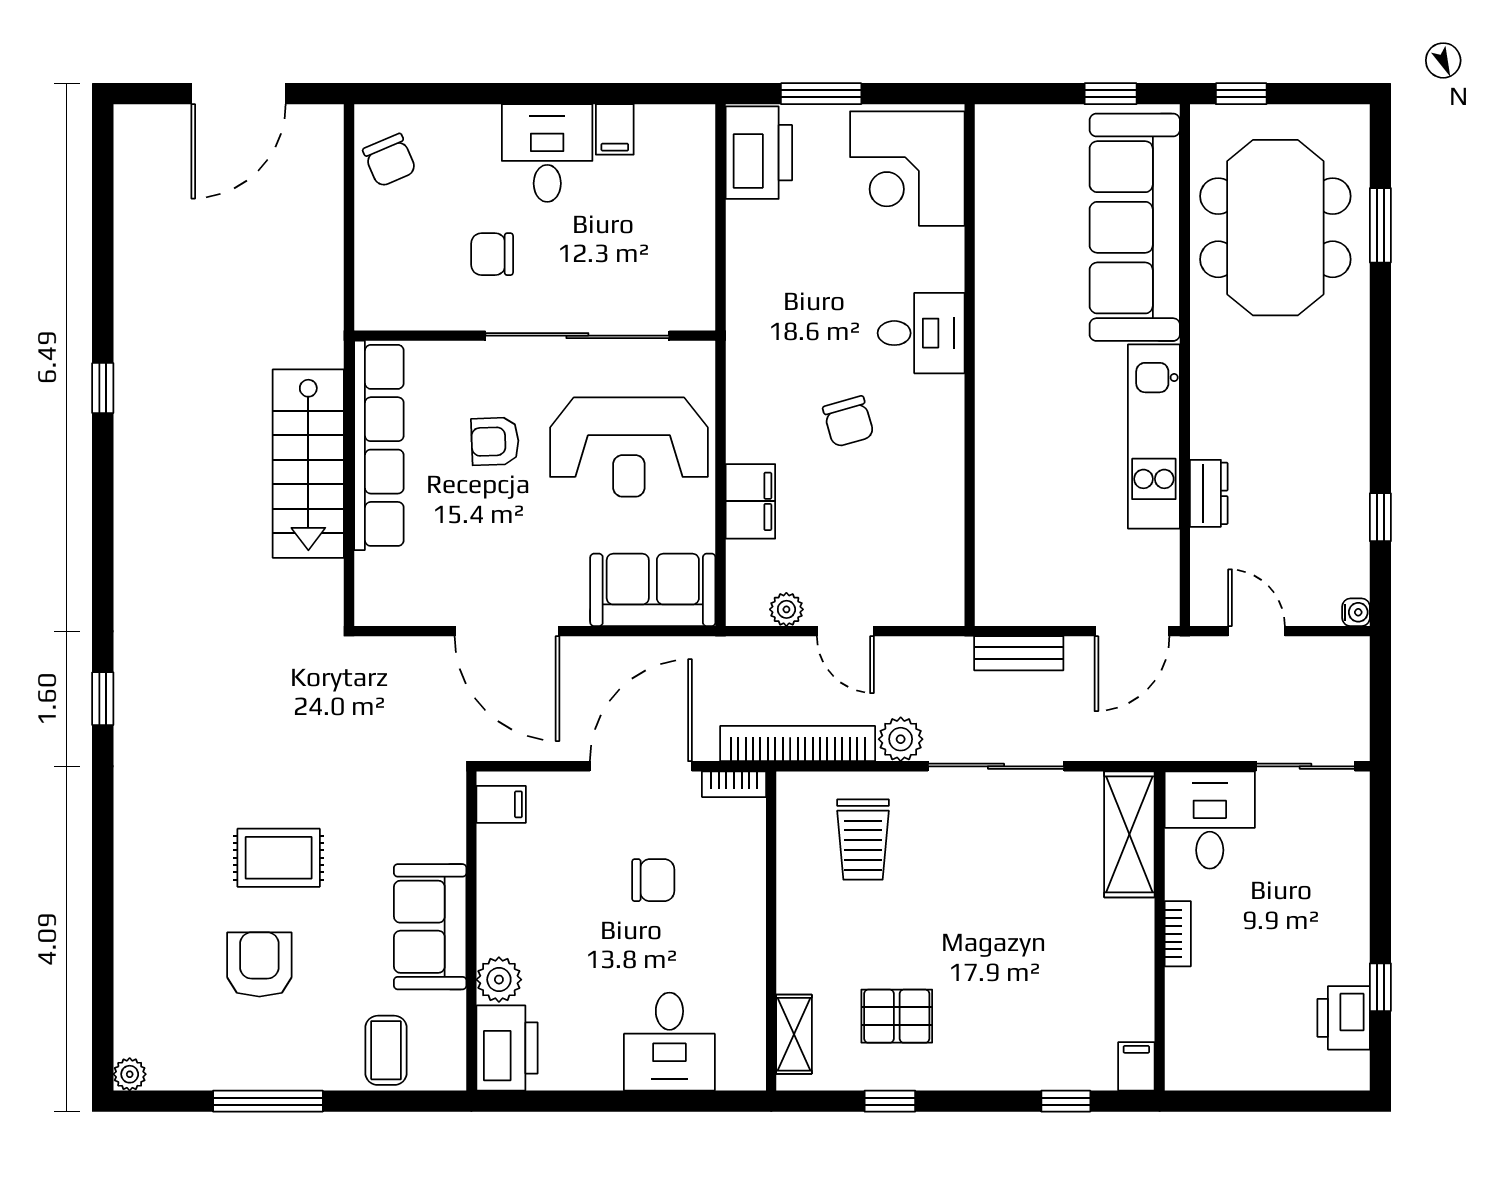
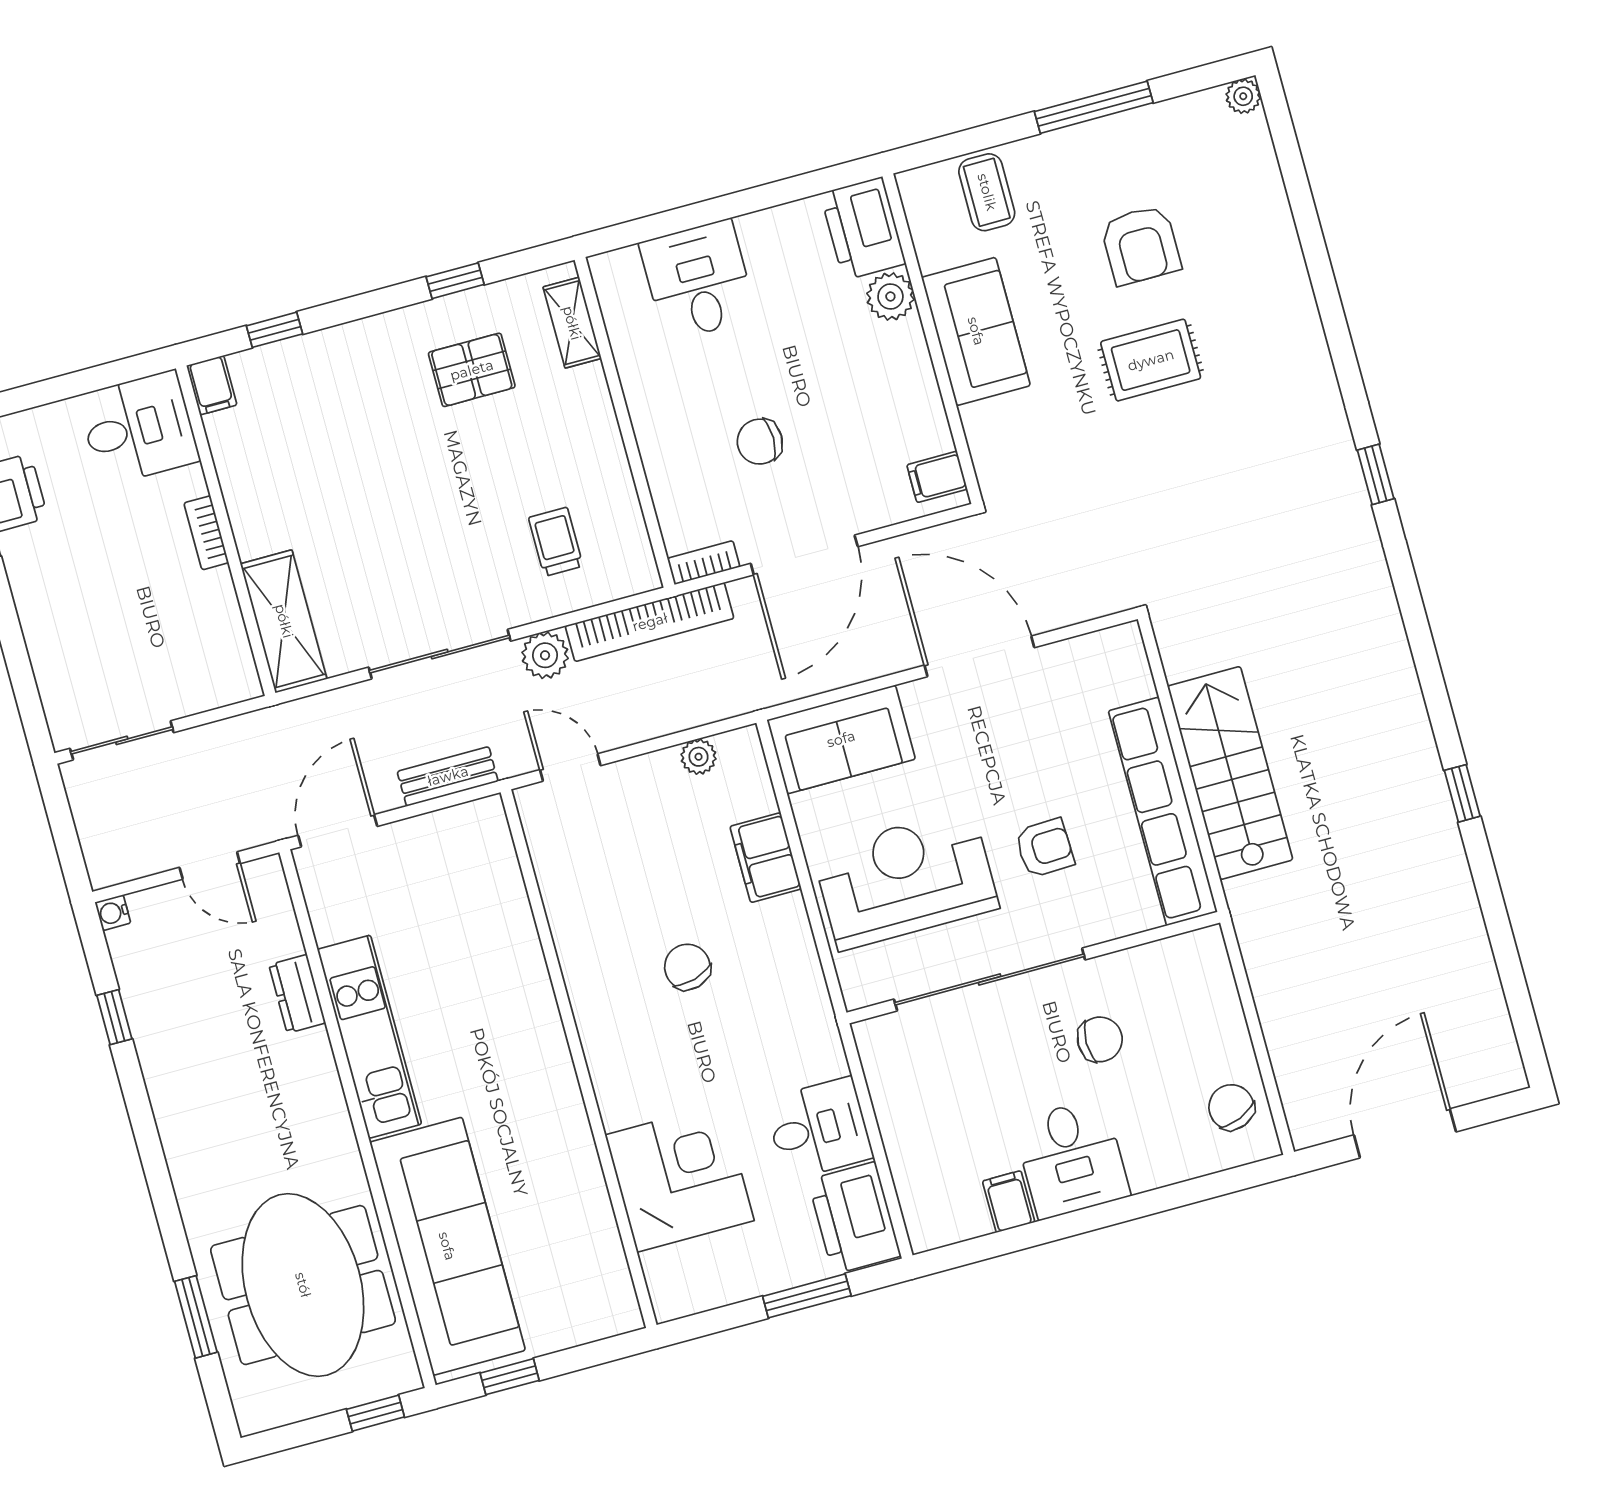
corner desk: (907, 169) -> (680, 1178), moved
desk: (921, 333) -> (819, 1129), moved, turned 180
door: (845, 631) -> (570, 768), moved
desk: (1210, 820) -> (139, 428), moved, turned -90
trolley: (863, 840) -> (556, 542), width x0.73, depth x0.72

